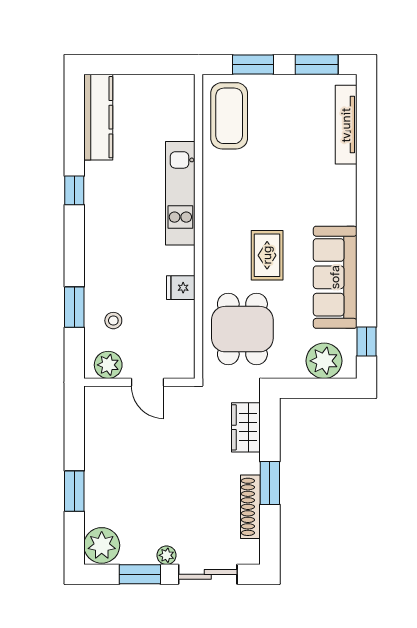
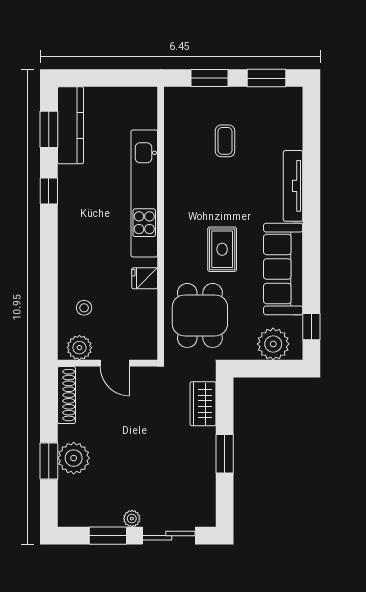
coffee table: (229, 116) -> (225, 141), moved, width x0.54, depth x0.58
tv unit: (346, 125) -> (293, 186), moved
kitchen unit: (180, 193) -> (144, 193), width x1.36
window: (74, 307) -> (49, 129), moved
shoe rack: (250, 507) -> (66, 395), moved, turned 180
plant: (102, 545) -> (74, 458), moved

